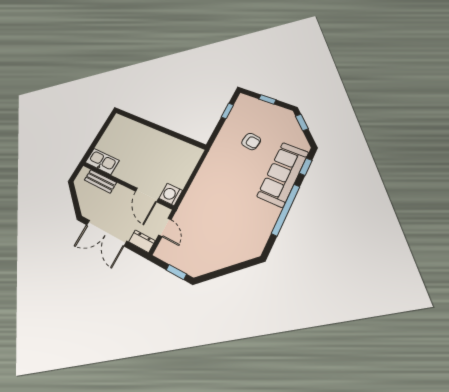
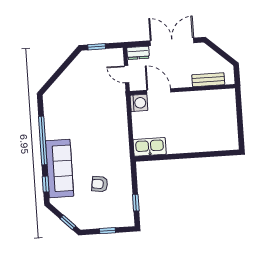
kitchen sink: (102, 161) -> (150, 147), moved, turned 180

